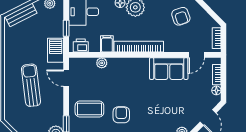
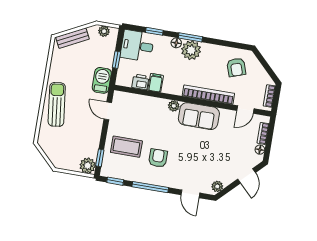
printer: (81, 46) -> (140, 82), moved
bookcase: (139, 47) -> (208, 95), moved
plant: (102, 63) -> (174, 106), moved
sofa: (169, 69) -> (199, 116), moved
sun lounger: (31, 85) -> (57, 104), moved

